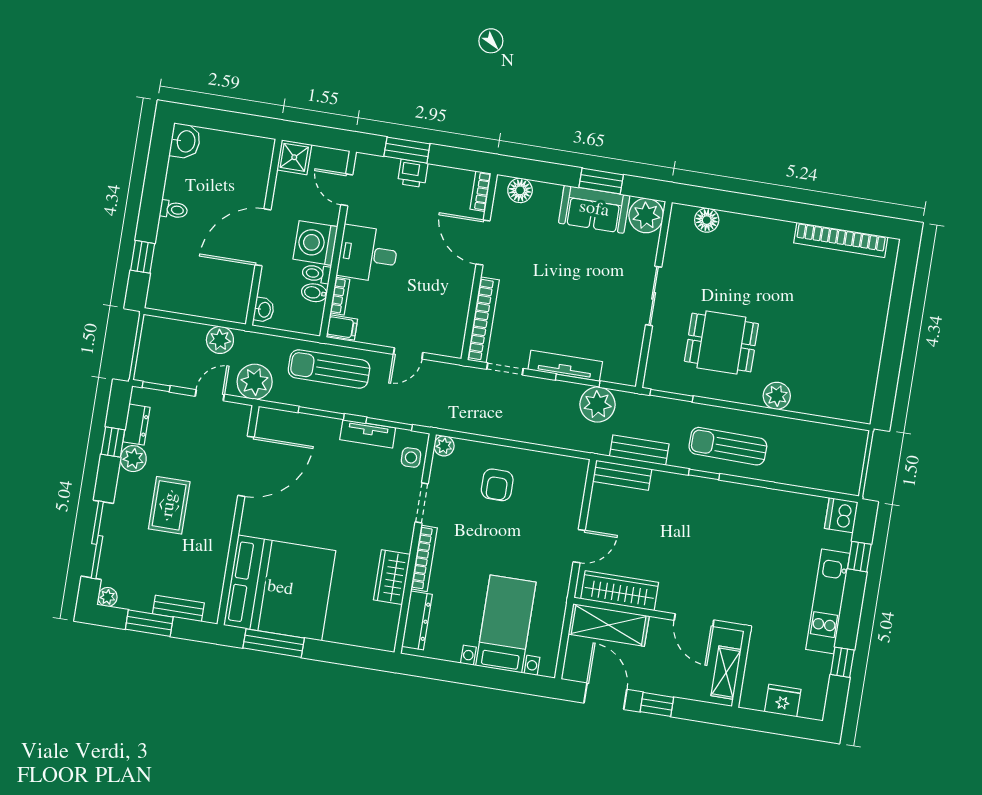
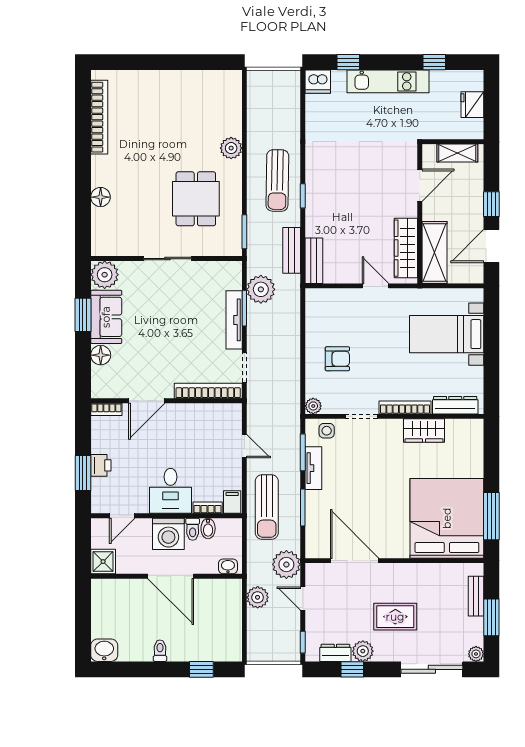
floor lamp: (520, 190) -> (101, 355), moved
floor lamp: (707, 220) -> (101, 197), moved

